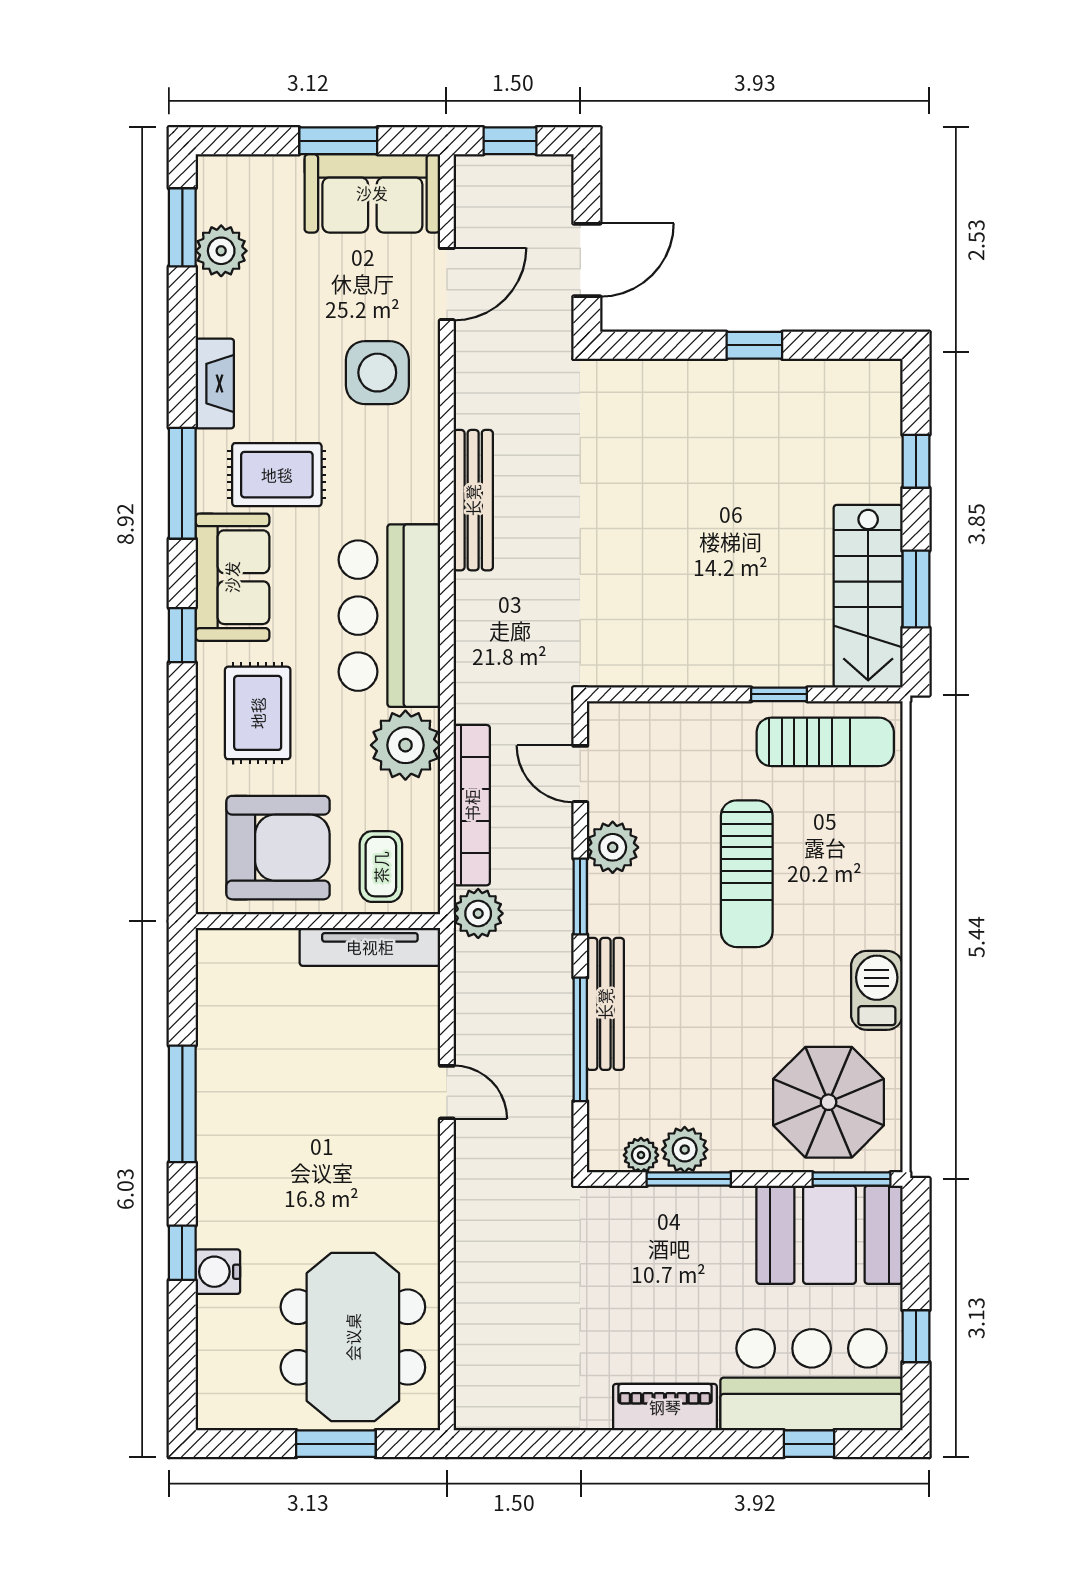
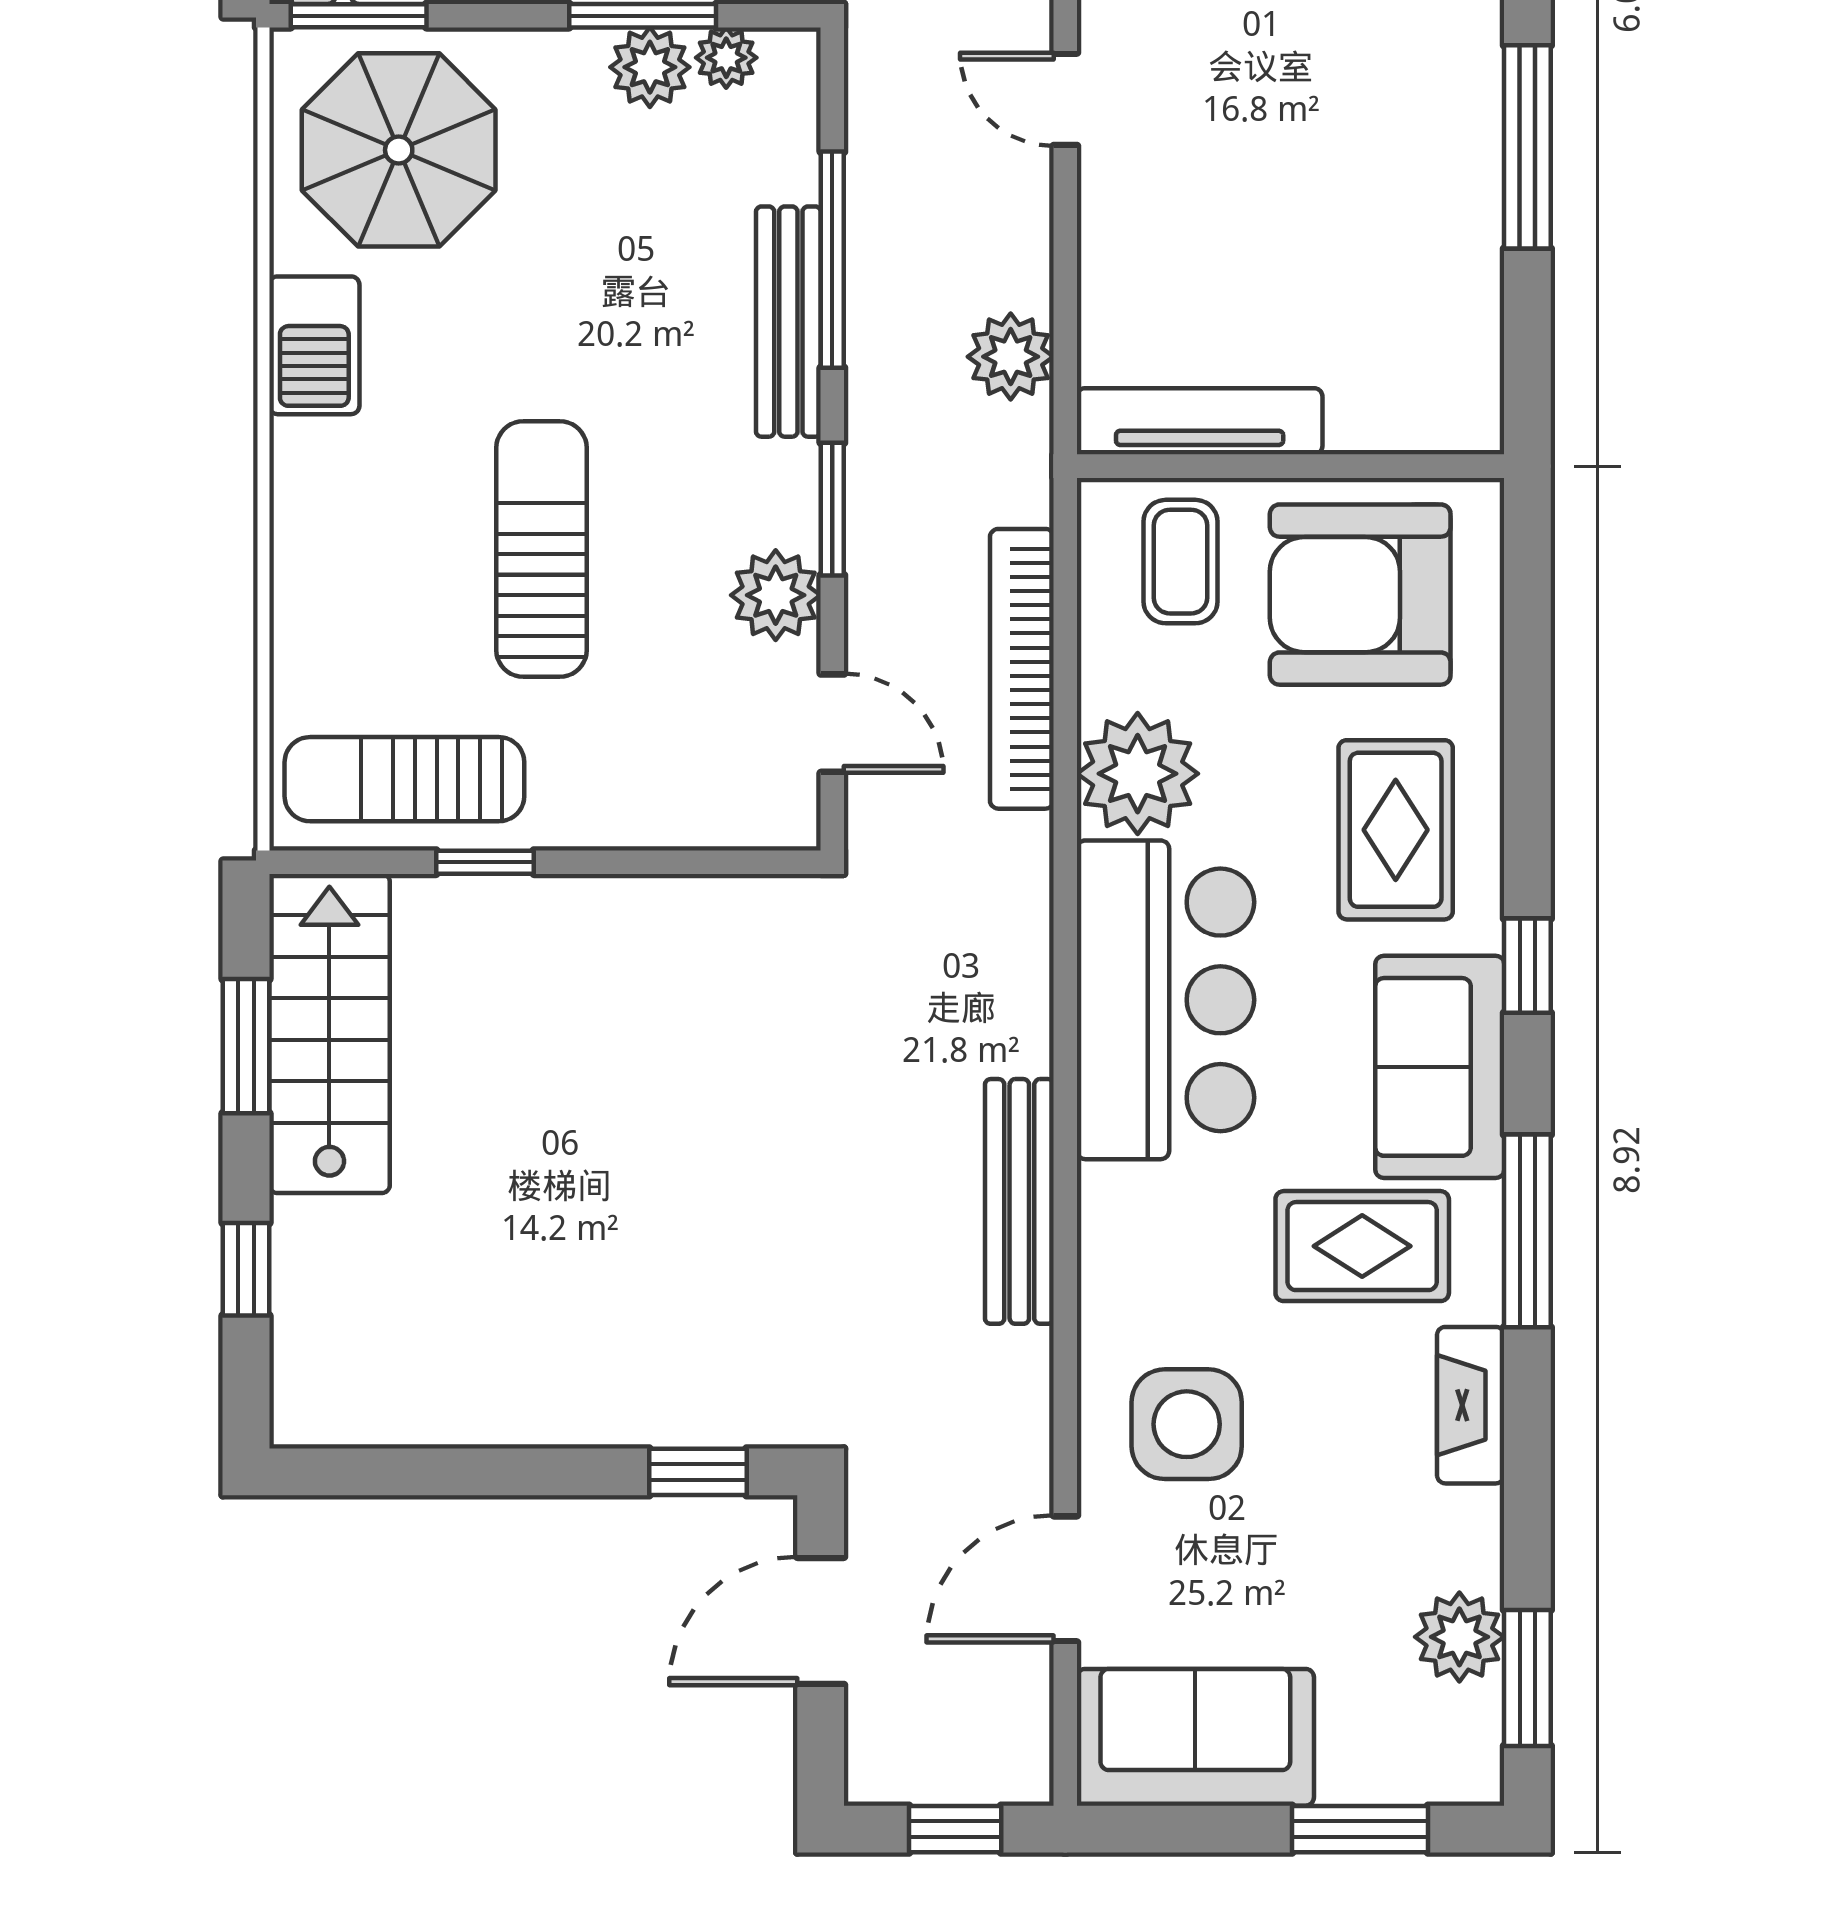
window: (338, 141) -> (1360, 1829), moved
window: (754, 345) -> (698, 1472), moved
plant: (478, 913) -> (1011, 357), moved
door: (447, 1092) -> (1065, 99), moved

